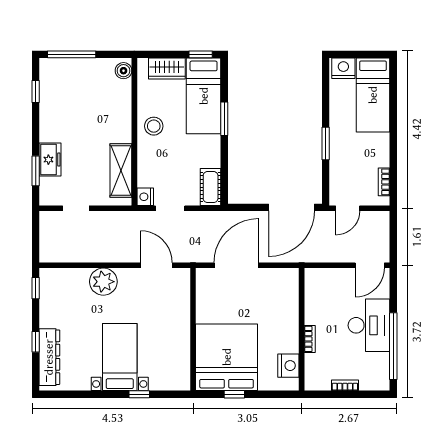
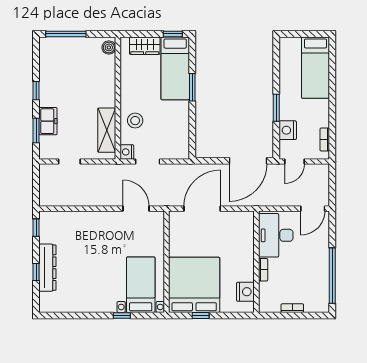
nightstand: (343, 68) -> (288, 130), moved, turned -90
window: (36, 91) -> (36, 91), moved
stool: (154, 126) -> (135, 121), moved
cot: (211, 187) -> (181, 144), removed
plant: (103, 282) -> (92, 222), removed
desk: (369, 325) -> (276, 235), moved, turned 180
dresser: (49, 357) -> (47, 268), moved
bed with nightstands: (120, 357) -> (141, 285), moved

